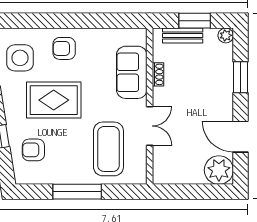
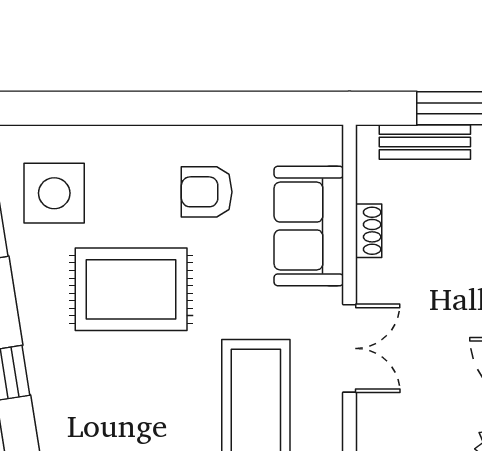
armchair: (64, 48) -> (207, 192), moved
armchair: (33, 150) -> (85, 403), removed

